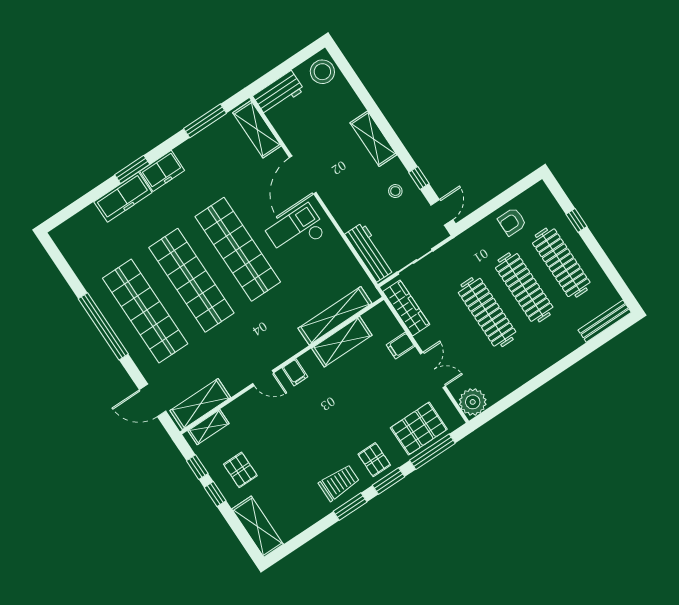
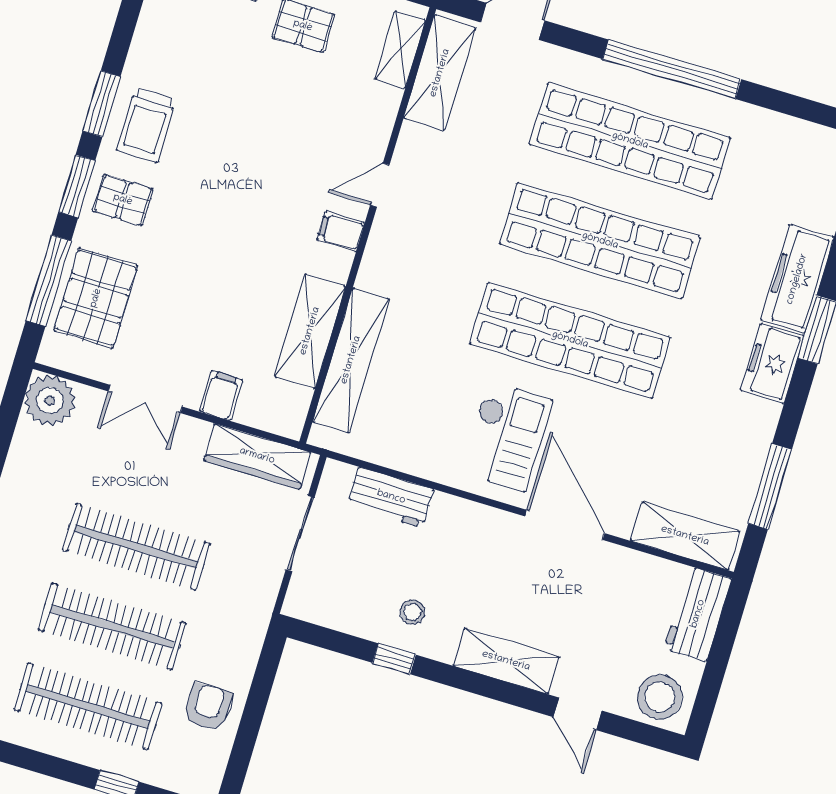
door: (442, 212) -> (578, 714), moved
workbench: (370, 252) -> (391, 497), width x0.73

